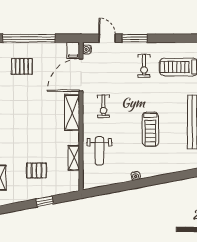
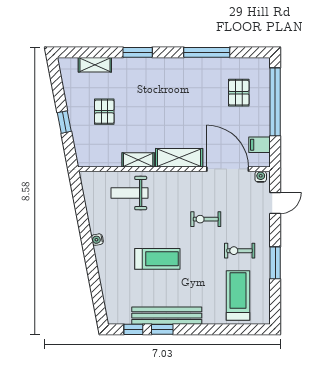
window: (135, 38) -> (275, 263), moved
filing cabinet: (73, 50) -> (260, 145), moved
exercise bike: (104, 106) -> (206, 219), moved
treadmill: (150, 129) -> (157, 259), turned 180
shelving: (74, 158) -> (138, 160), moved

